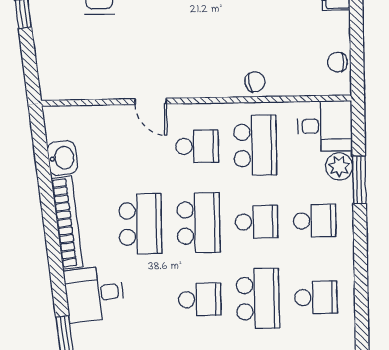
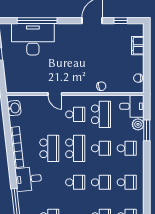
washbasin: (62, 158) -> (14, 108), moved
school desk: (258, 298) -> (101, 182), width x0.54

